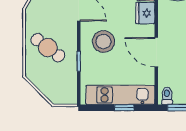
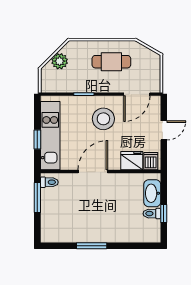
cafe table: (48, 48) -> (111, 62), moved, turned 53
plant: (46, 85) -> (60, 61), added

